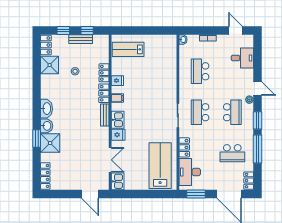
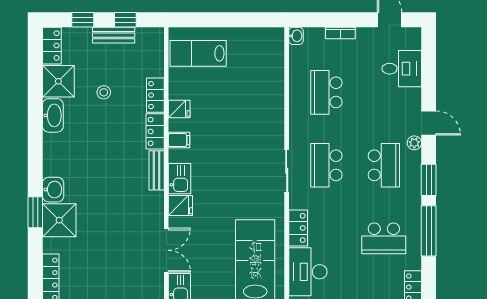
washbasin: (47, 109) -> (53, 115), moved

